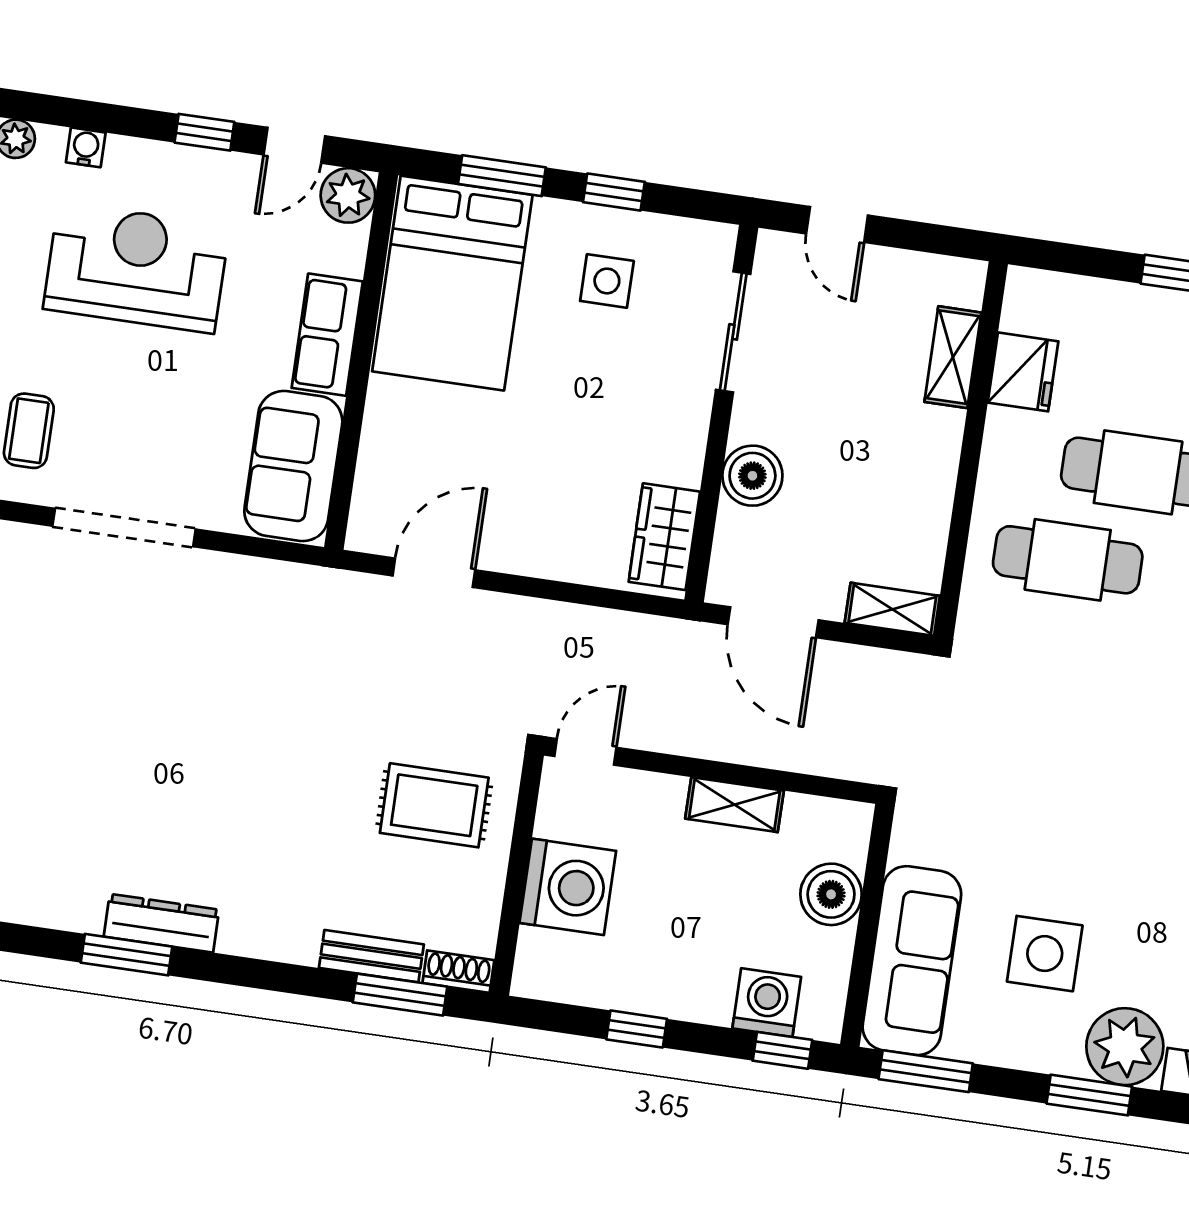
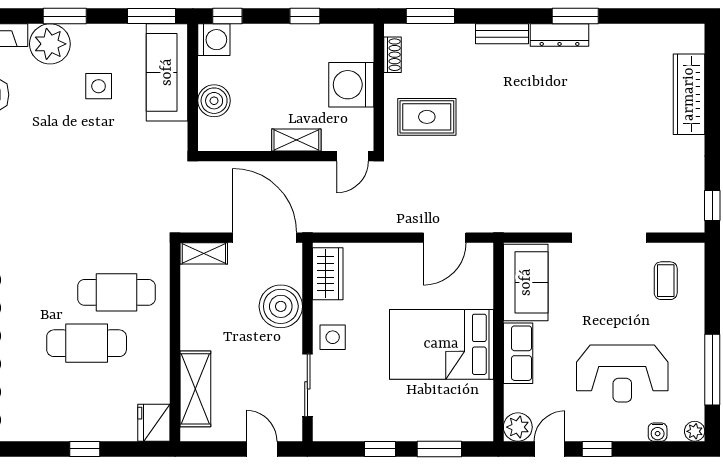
side table: (607, 281) -> (333, 337), moved
bed: (452, 283) -> (441, 344), moved, turned -90
shelving: (953, 357) -> (195, 389), width x1.50, depth x1.33
fridge: (1023, 372) -> (154, 423), moved
boiler: (752, 476) -> (281, 306), width x1.37, depth x1.37
door: (773, 622) -> (265, 238), width x1.36
shelving: (735, 805) -> (296, 140), moved
side table: (1045, 954) -> (99, 86), width x0.73, depth x0.73
bench: (371, 956) -> (502, 34), moved
shoe rack: (458, 972) -> (393, 55), moved, turned -90
washing machine: (767, 1003) -> (214, 40), moved, turned -90

